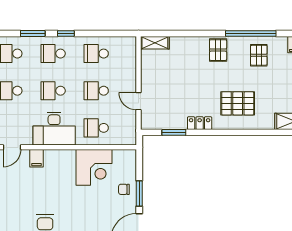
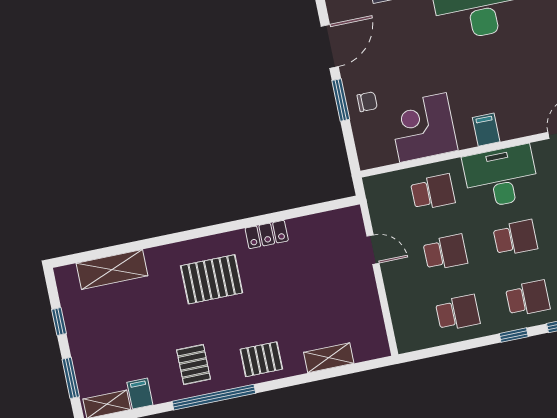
shelving: (155, 43) -> (329, 358), moved
pallet: (218, 50) -> (261, 359), turned 90
window: (174, 132) -> (305, 211), removed
filing cabinet: (37, 158) -> (486, 130), moved

